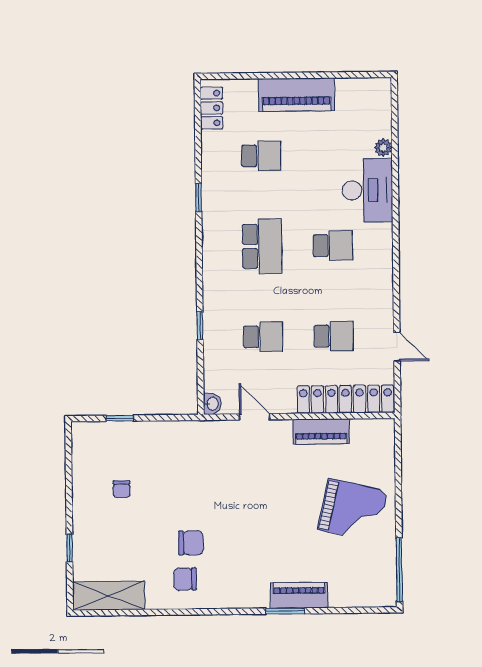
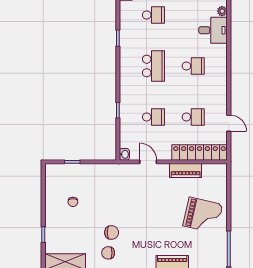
desk: (367, 190) -> (213, 30), width x0.73

